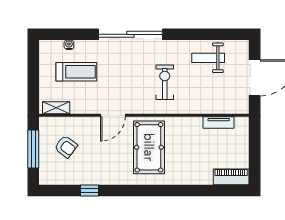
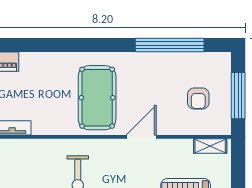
armchair: (66, 147) -> (198, 98), turned -127
window: (89, 190) -> (170, 45), width x3.17

